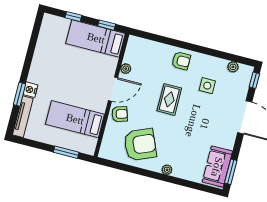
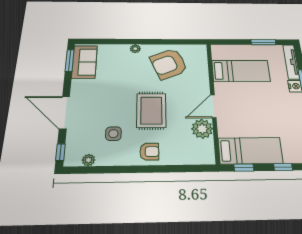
armchair: (181, 61) -> (149, 152), turned 180
plant: (126, 69) -> (202, 129), width x1.87, depth x1.87
rug: (169, 99) -> (151, 110), width x1.36, depth x1.43
armchair: (120, 114) -> (198, 85), removed
window: (66, 152) -> (263, 42), moved

